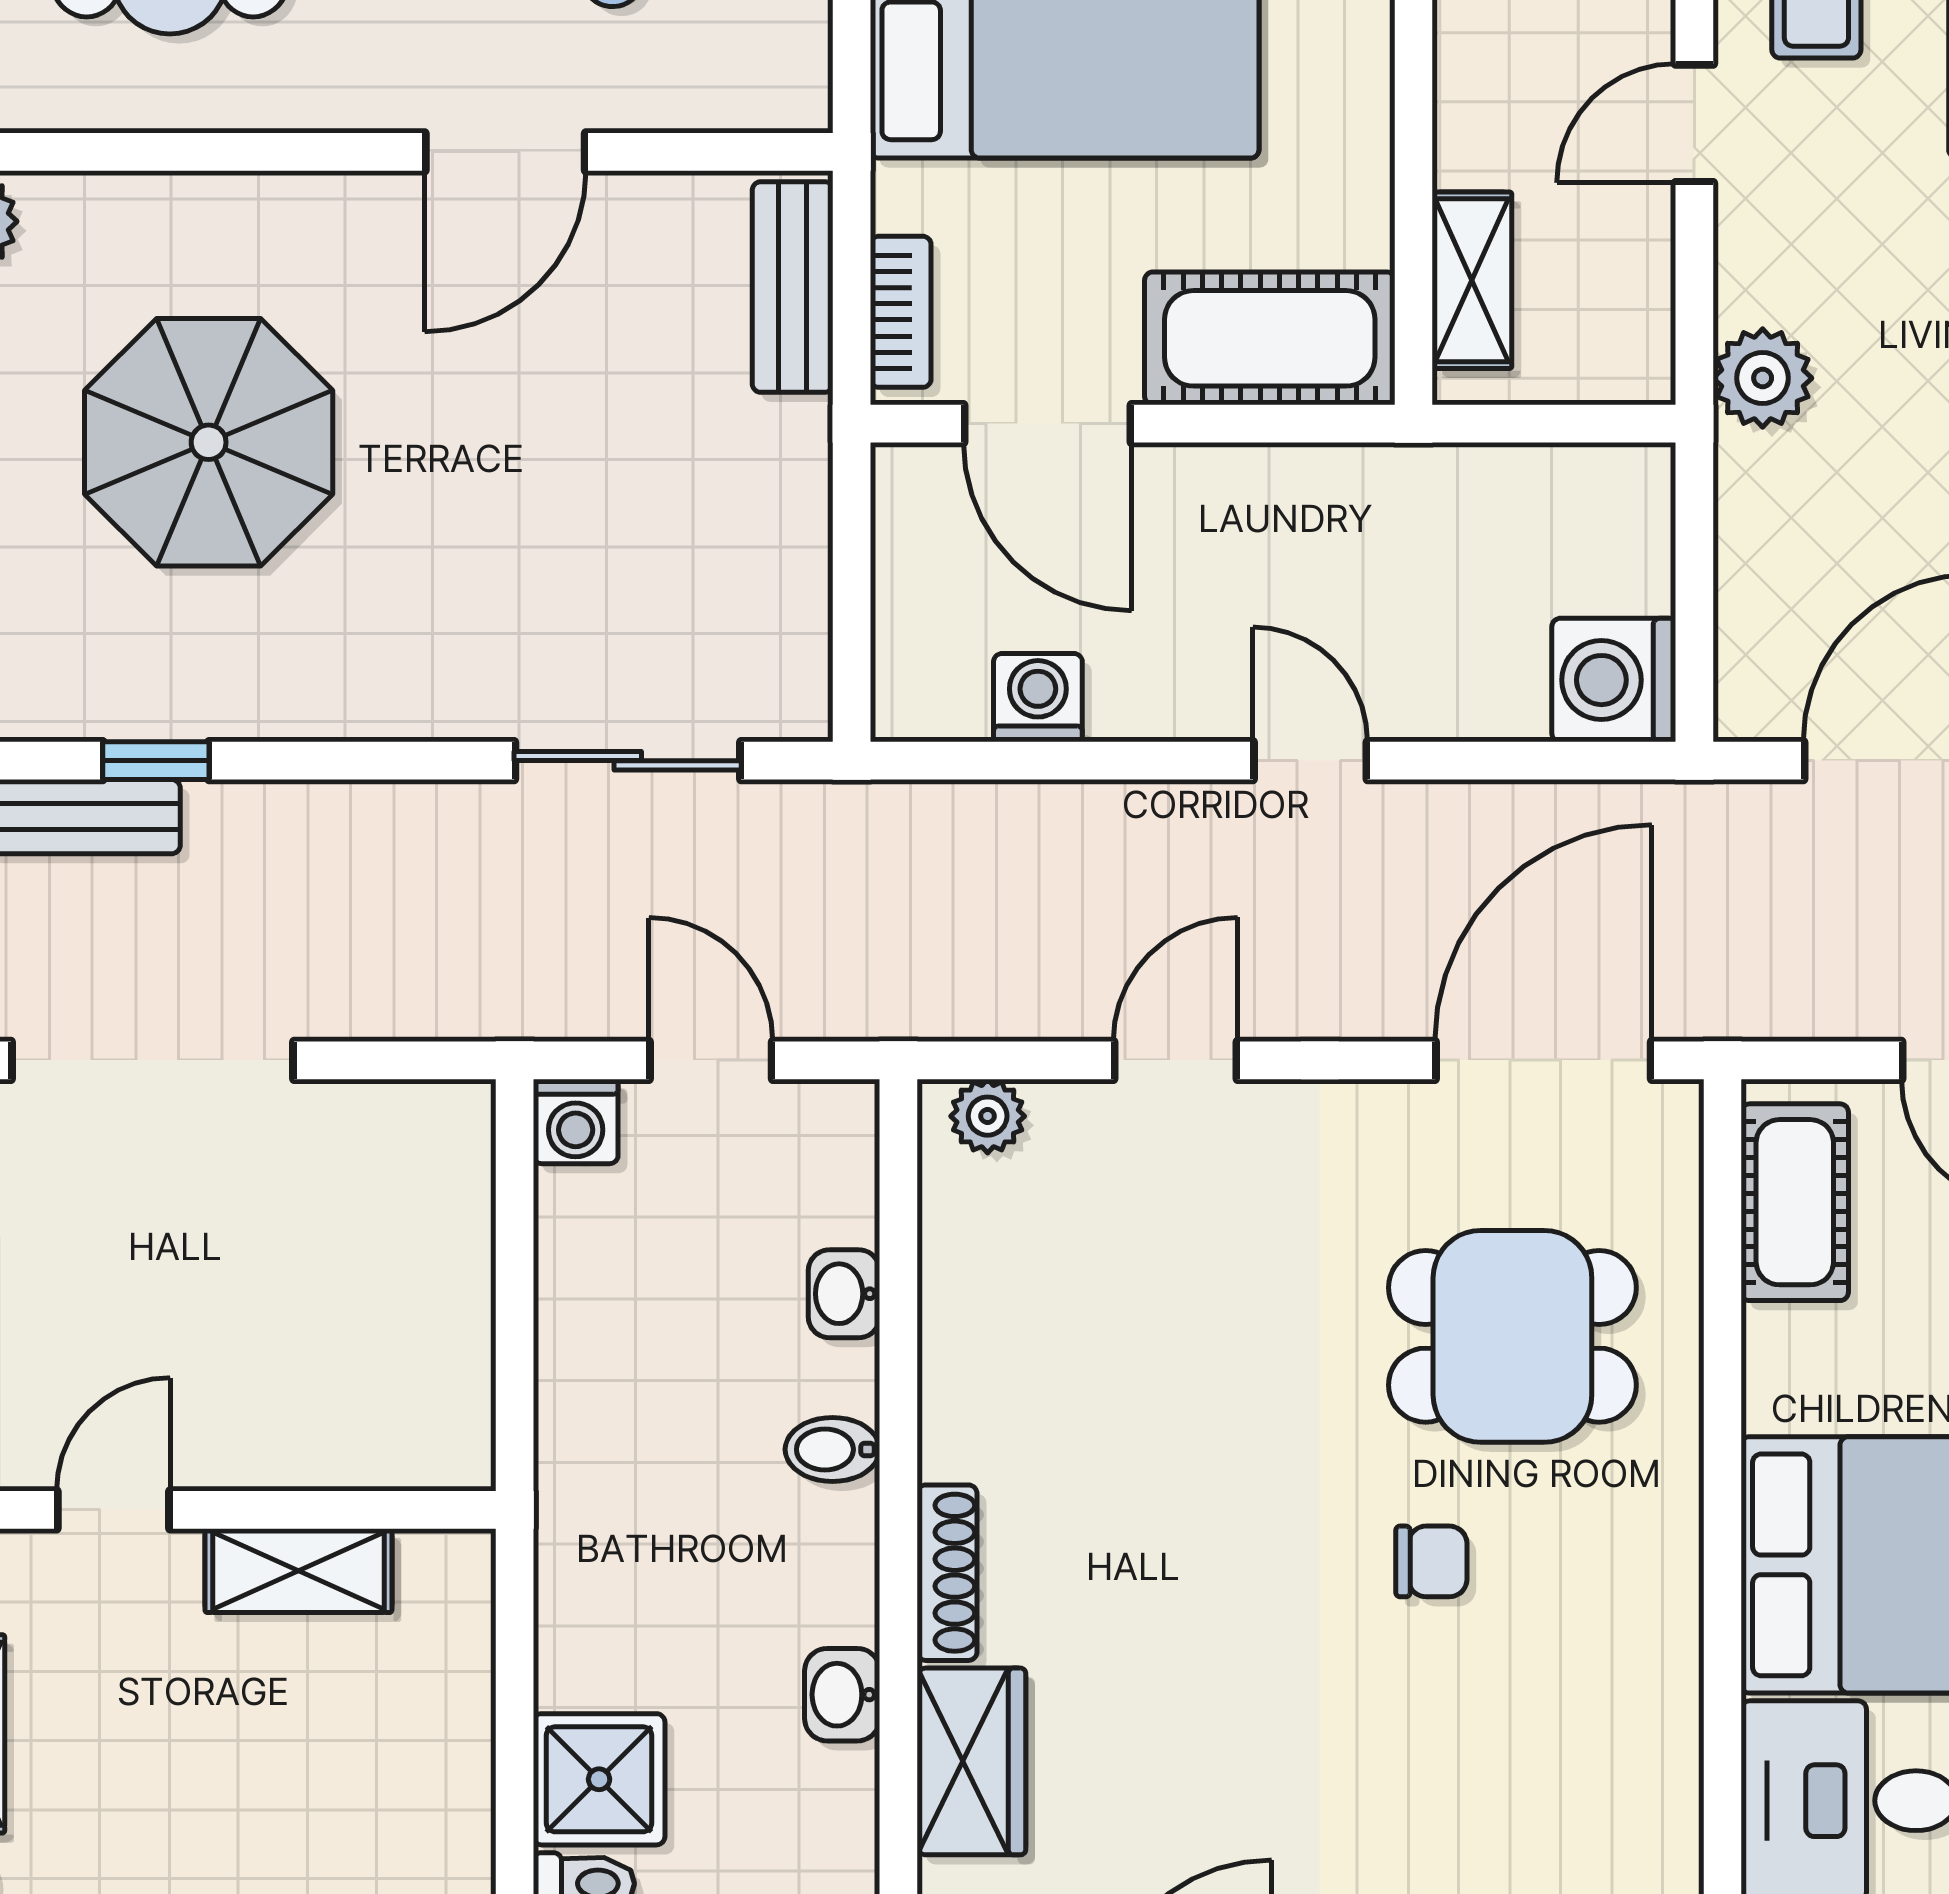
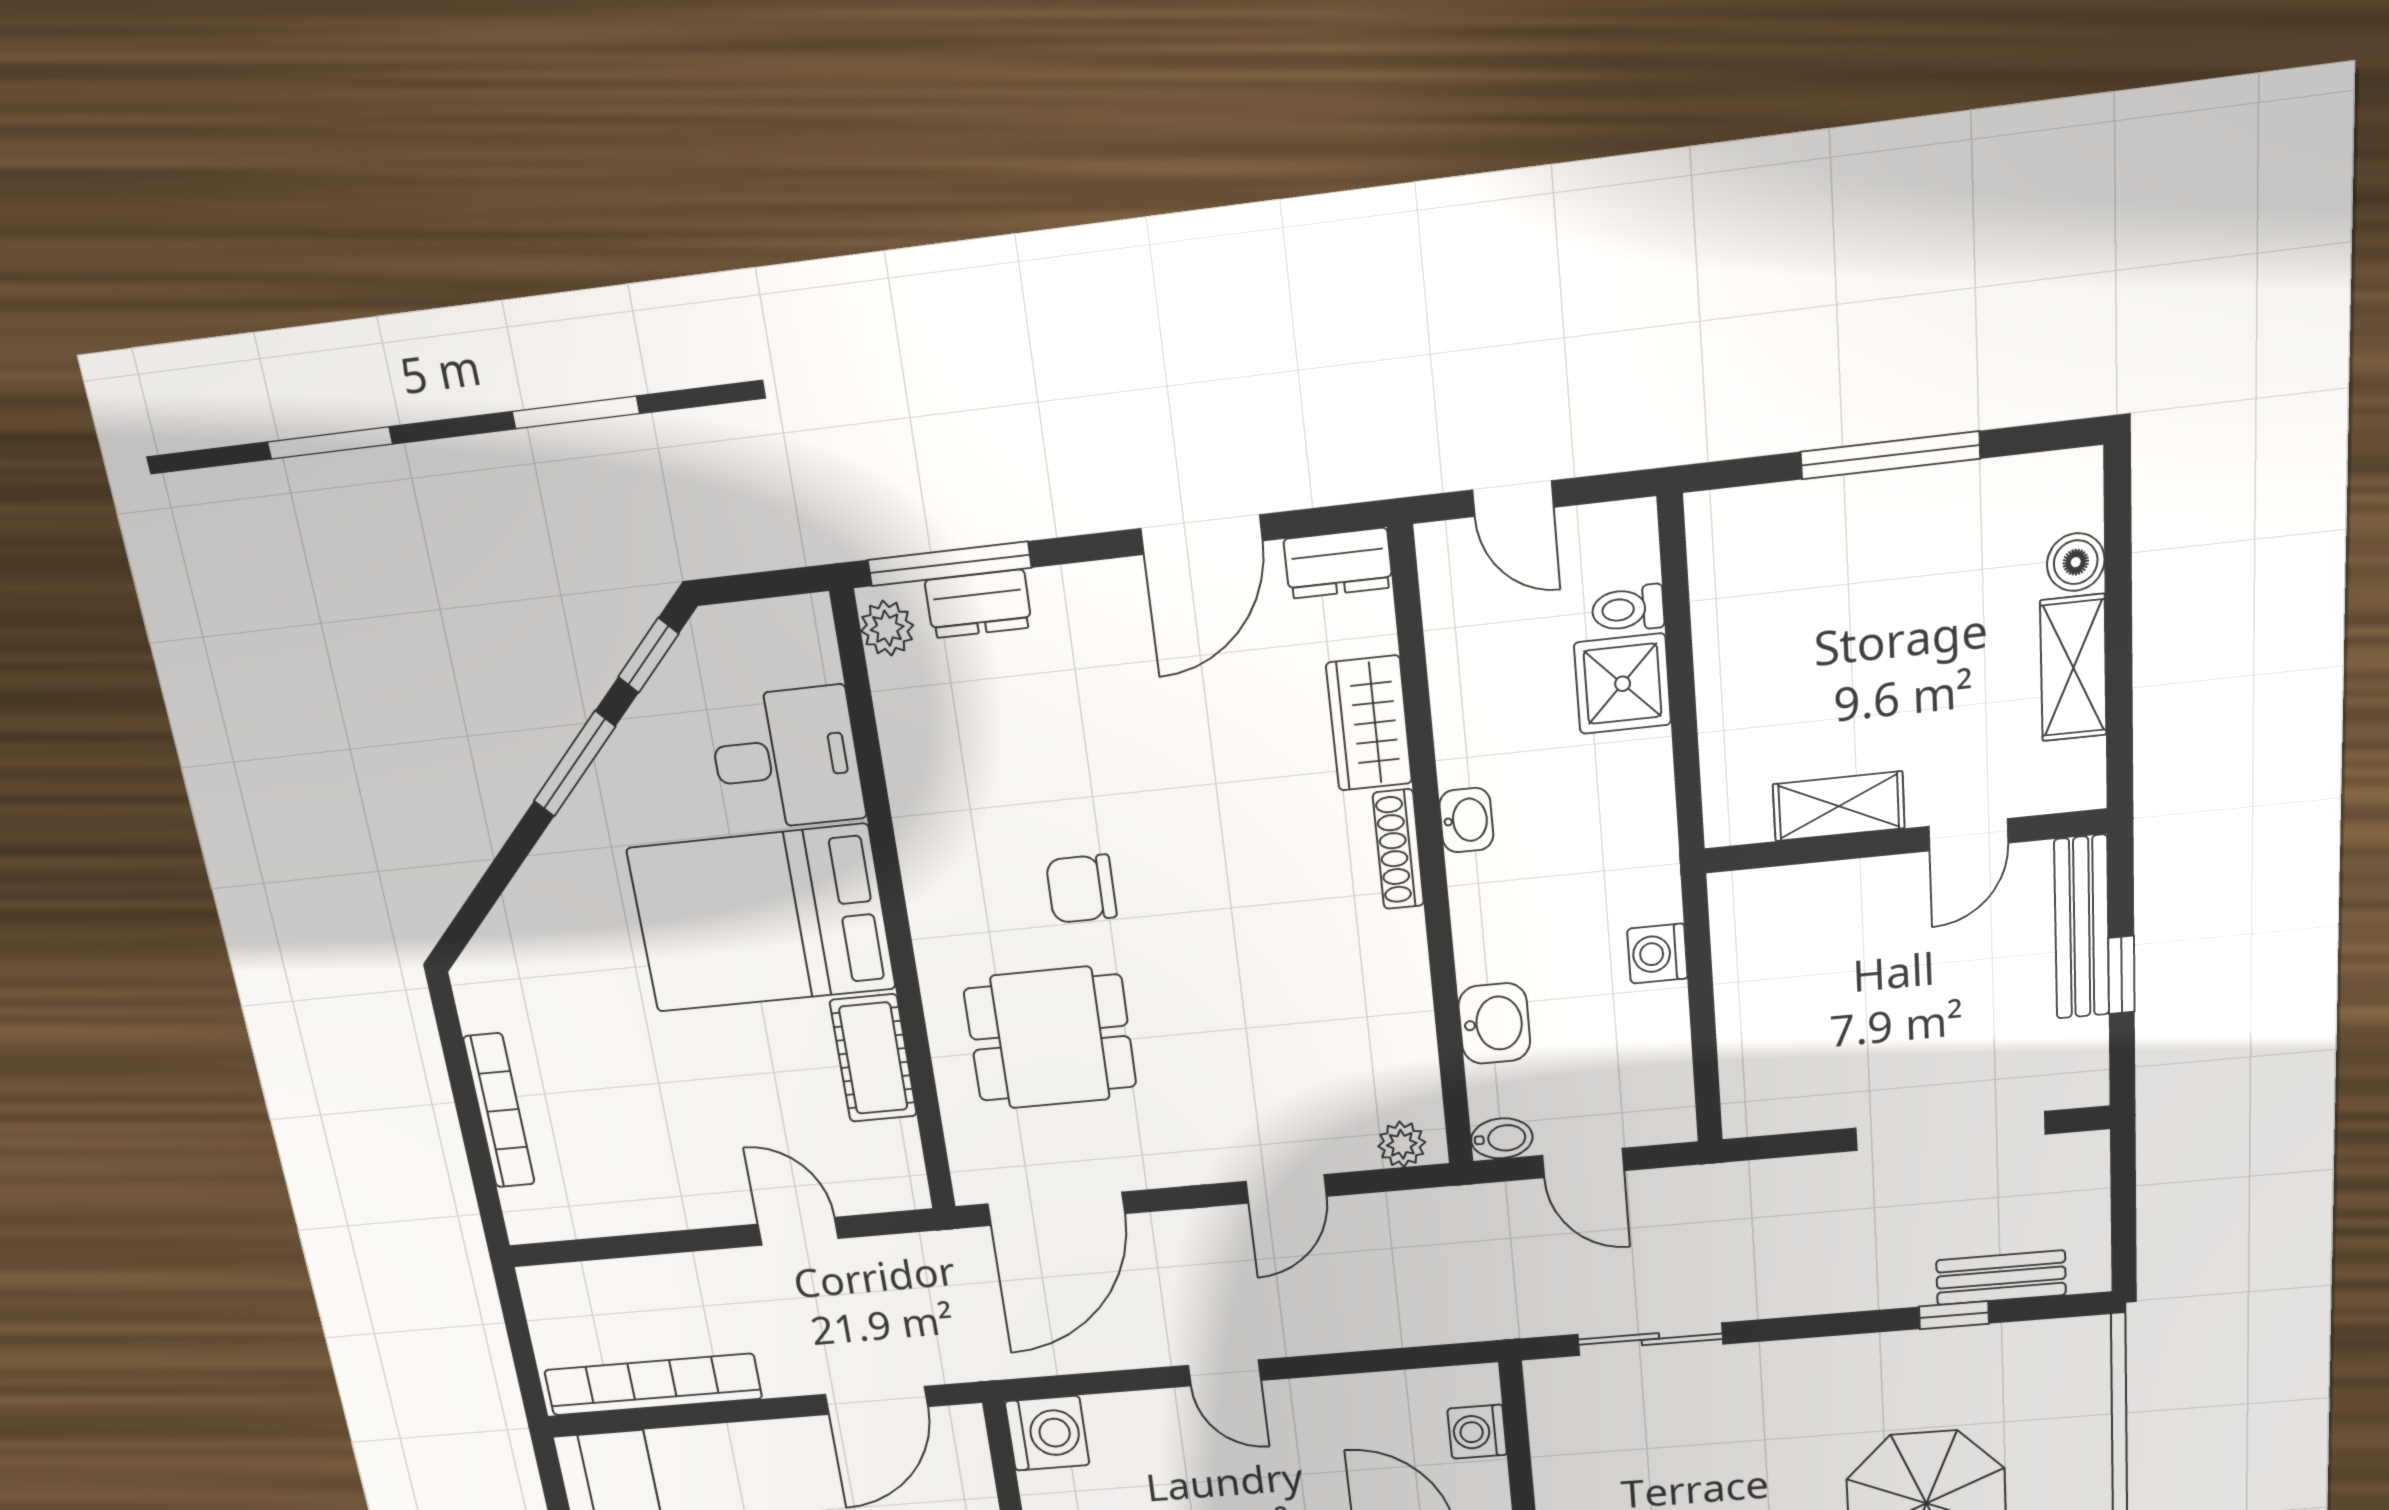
washing machine: (1038, 698) -> (1477, 1432), moved, turned 90
washing machine: (576, 1121) -> (1657, 954), moved, turned -90
cot: (1795, 1202) -> (873, 1058), moved
washbasin: (844, 1294) -> (1494, 1023), width x1.38, depth x1.45
bidet: (832, 1449) -> (1502, 1138), moved
chair: (1431, 1561) -> (1081, 889), width x1.37, depth x1.37
washbasin: (842, 1695) -> (1466, 820), moved

